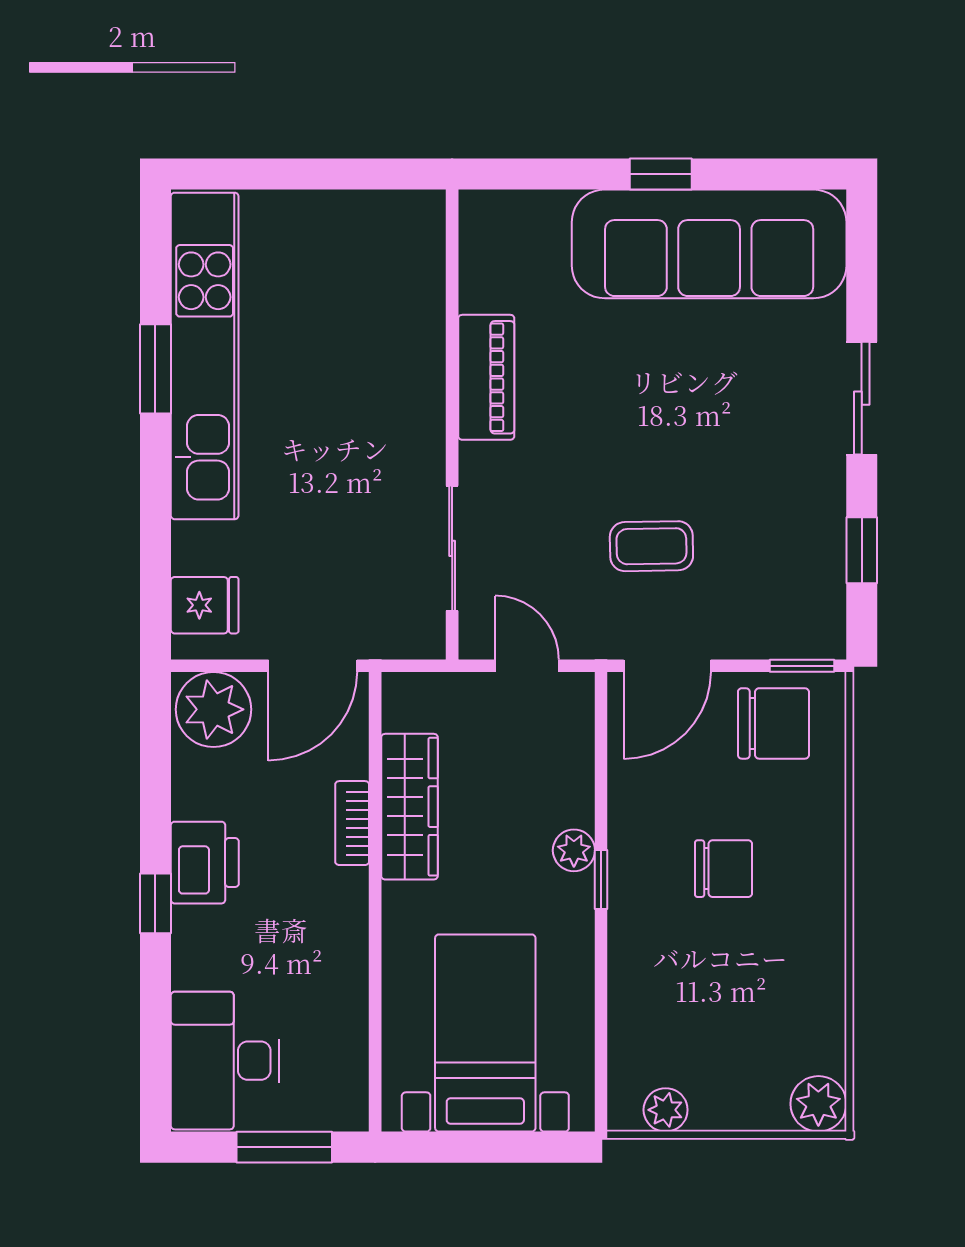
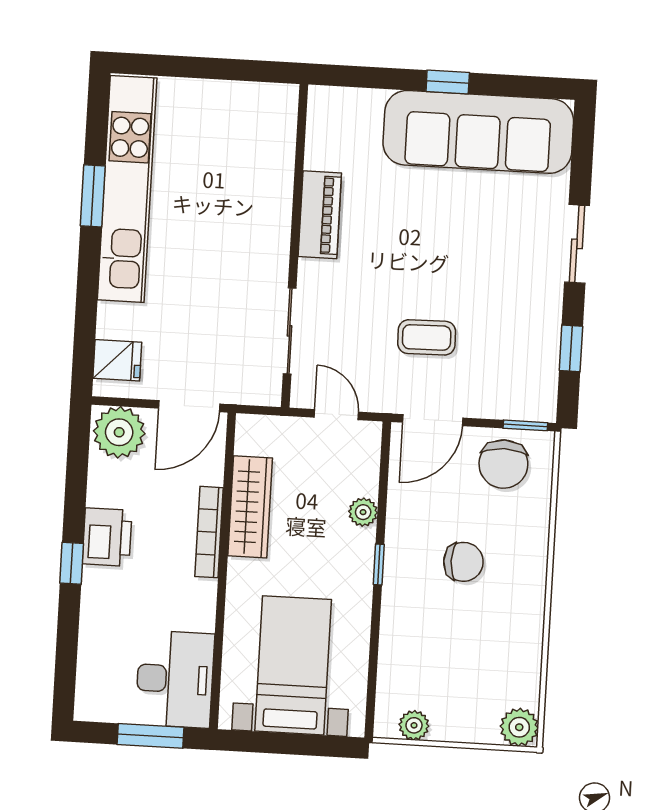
chair: (774, 723) -> (503, 464), turned 90
bookcase: (352, 823) -> (209, 532), width x1.56
plant: (574, 850) -> (363, 512), moved
desk: (225, 1061) -> (175, 679), moved, turned 180

